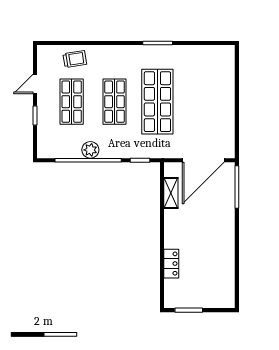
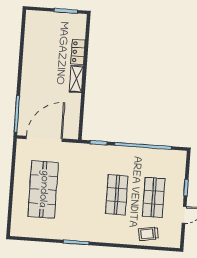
shop shelf: (157, 102) -> (43, 189), moved
plant: (90, 150) -> (141, 155), removed
shelving: (171, 193) -> (76, 79), moved

